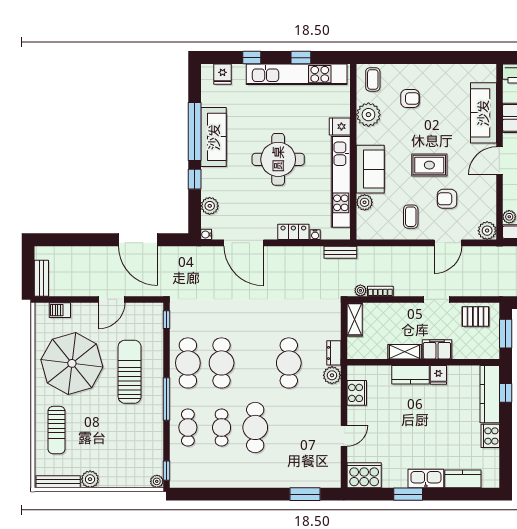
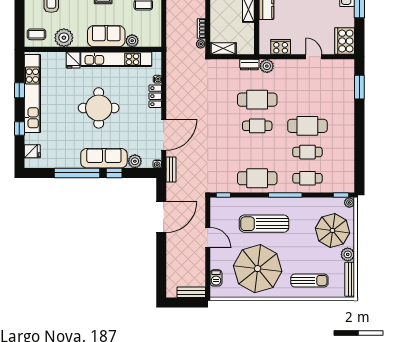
sofa: (214, 137) -> (104, 158), moved
bench: (340, 252) -> (171, 170), moved
cafe table: (222, 363) -> (257, 126), moved, width x0.73, depth x0.74
parasol: (121, 460) -> (332, 230), added

